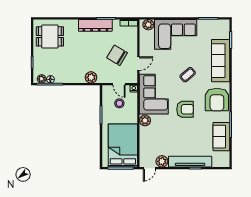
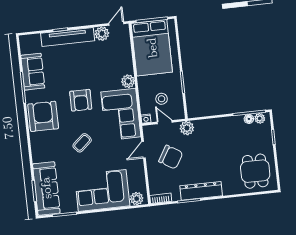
dining table: (50, 36) -> (255, 171), turned 90
sofa: (221, 61) -> (46, 188), moved
plant: (91, 77) -> (187, 128), moved
armchair: (185, 109) -> (81, 100), turned -90

